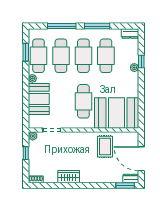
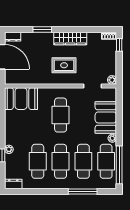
window: (97, 26) -> (47, 191), removed
window: (26, 52) -> (119, 165), width x2.11
booth: (117, 113) -> (21, 99), width x0.73, depth x0.70
rug: (105, 147) -> (64, 65), moved, turned 90
window: (26, 153) -> (119, 45), moved
wardrobe: (69, 177) -> (70, 39), width x1.50
window: (125, 186) -> (42, 30), moved

